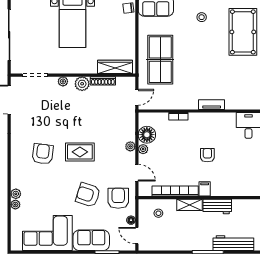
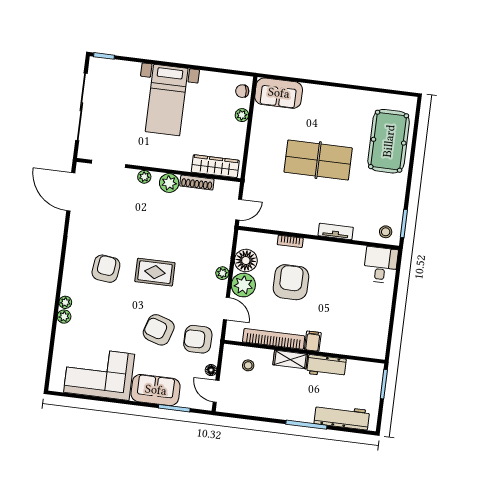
stool: (202, 17) -> (386, 232), moved
plant: (130, 26) -> (242, 115), added
table tennis table: (160, 60) -> (318, 160), moved, turned 90
plant: (143, 149) -> (243, 285), width x1.88, depth x1.88
armchair: (207, 155) -> (291, 282), moved, width x1.88, depth x1.88
armchair: (118, 198) -> (198, 339), turned -90
plant: (15, 205) -> (65, 302), moved

